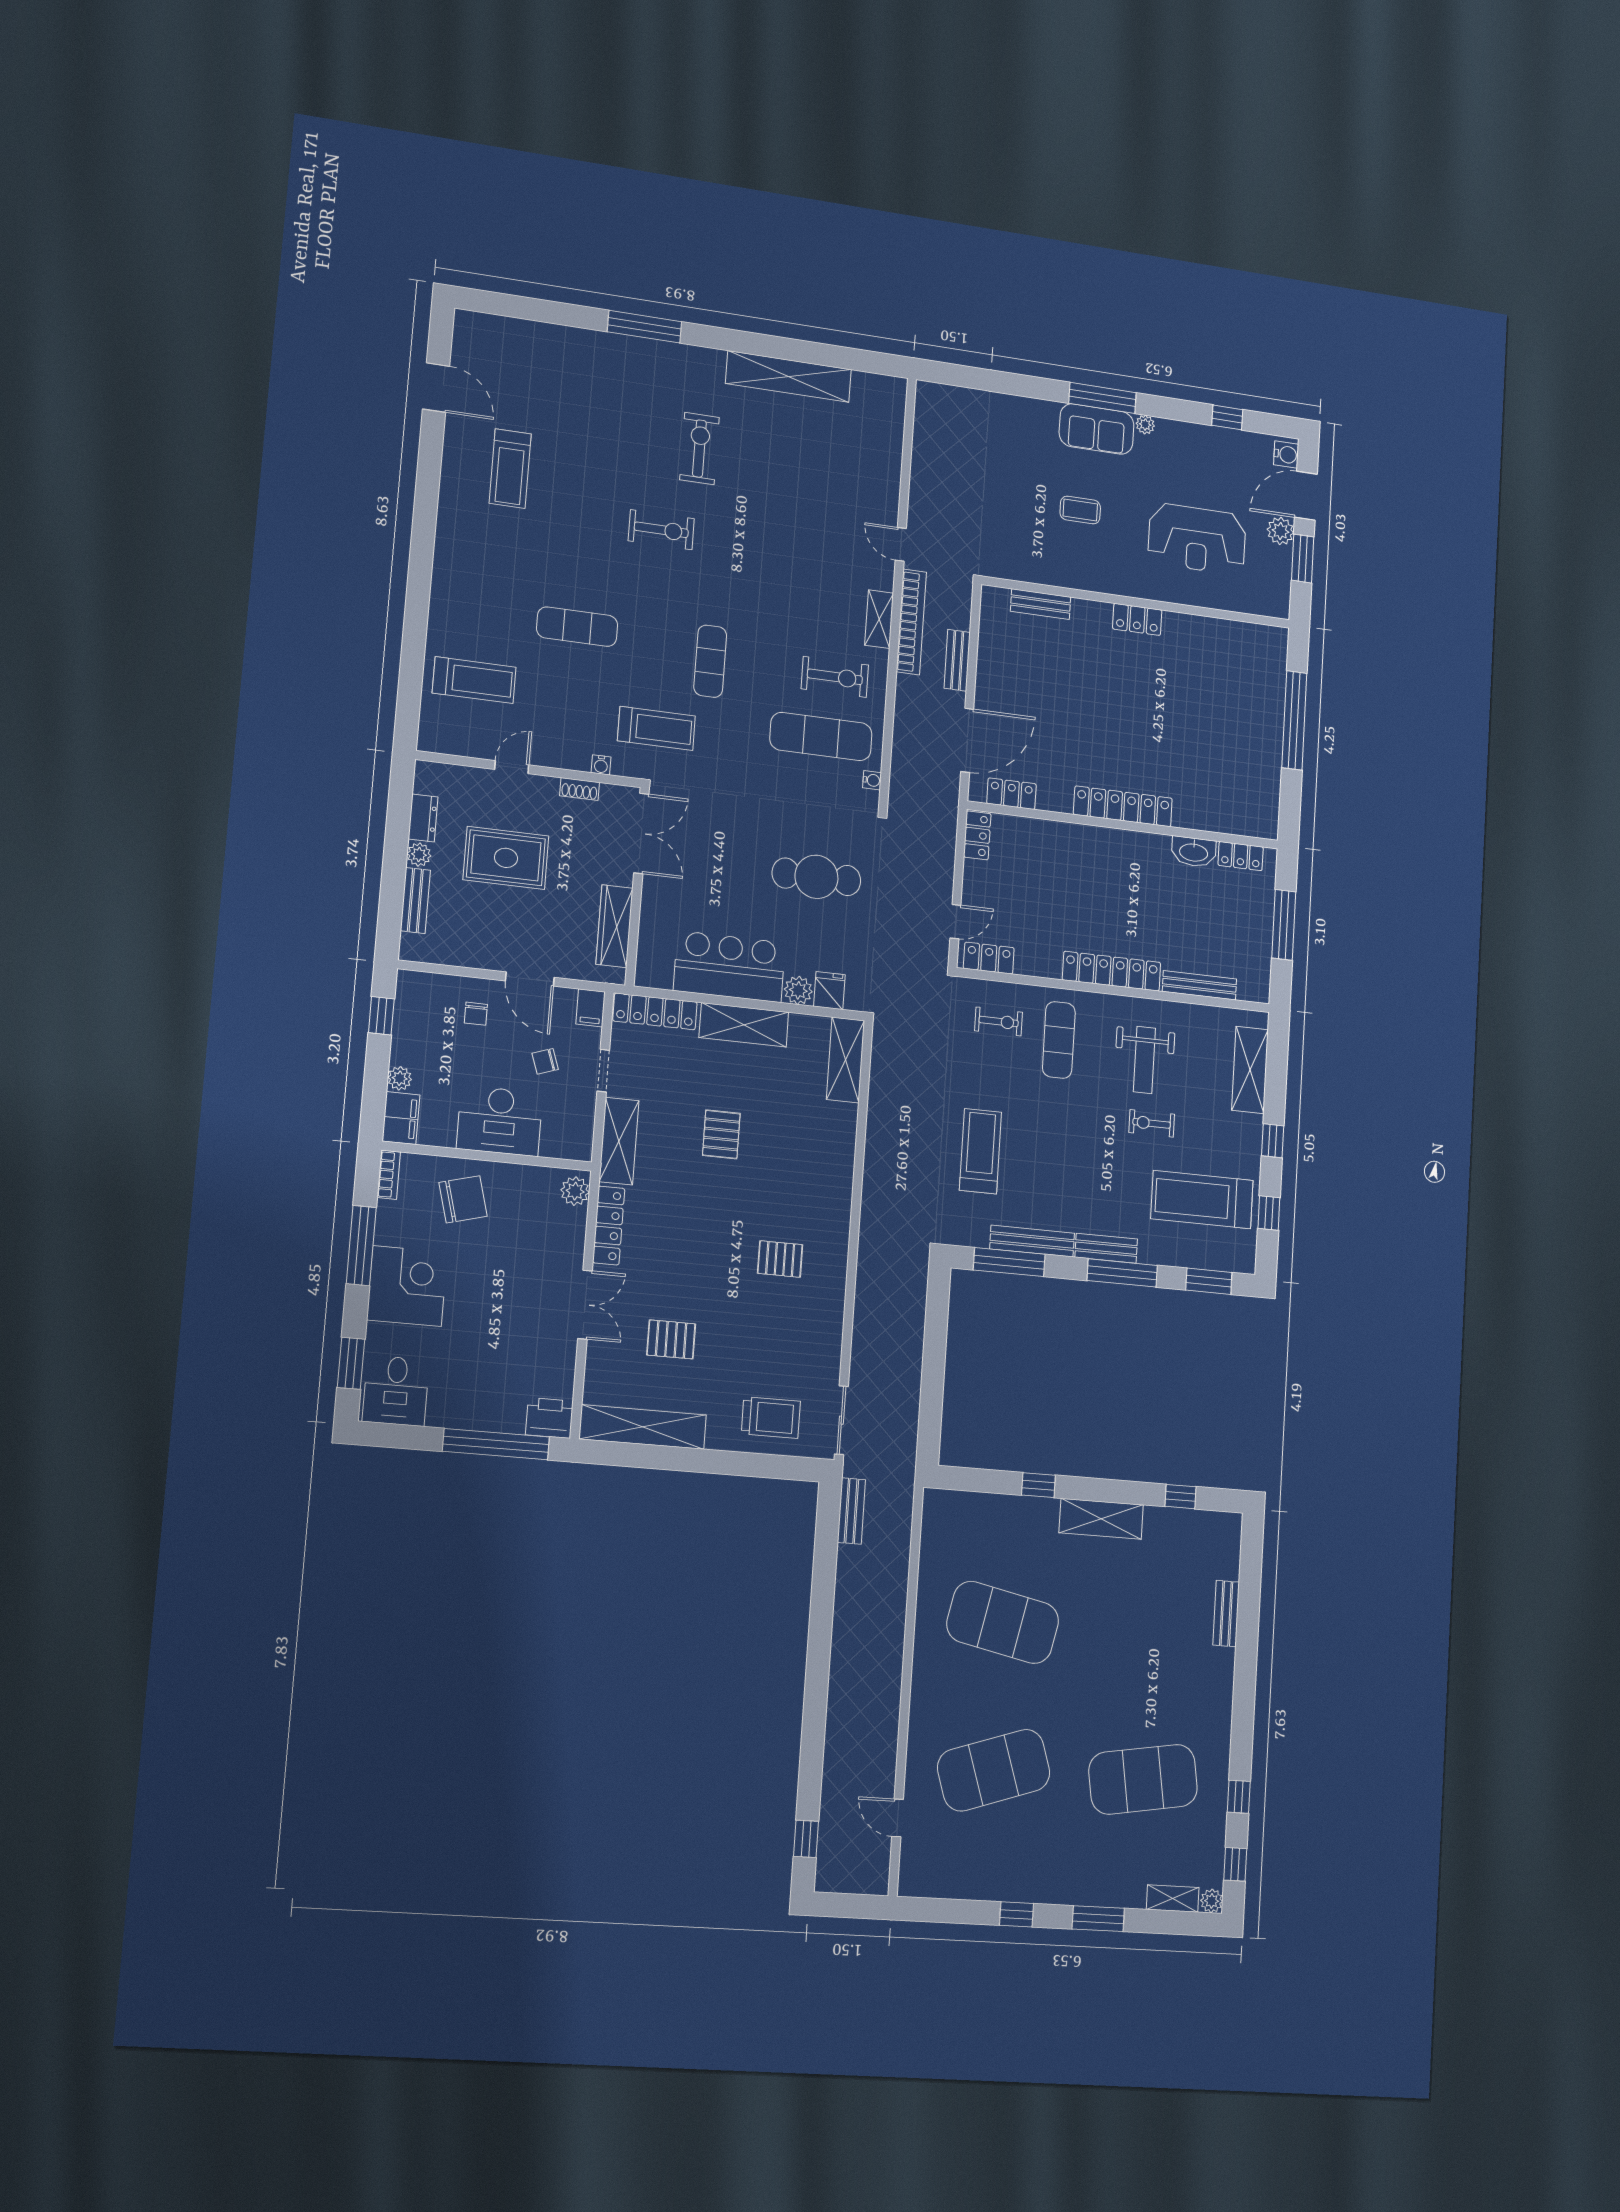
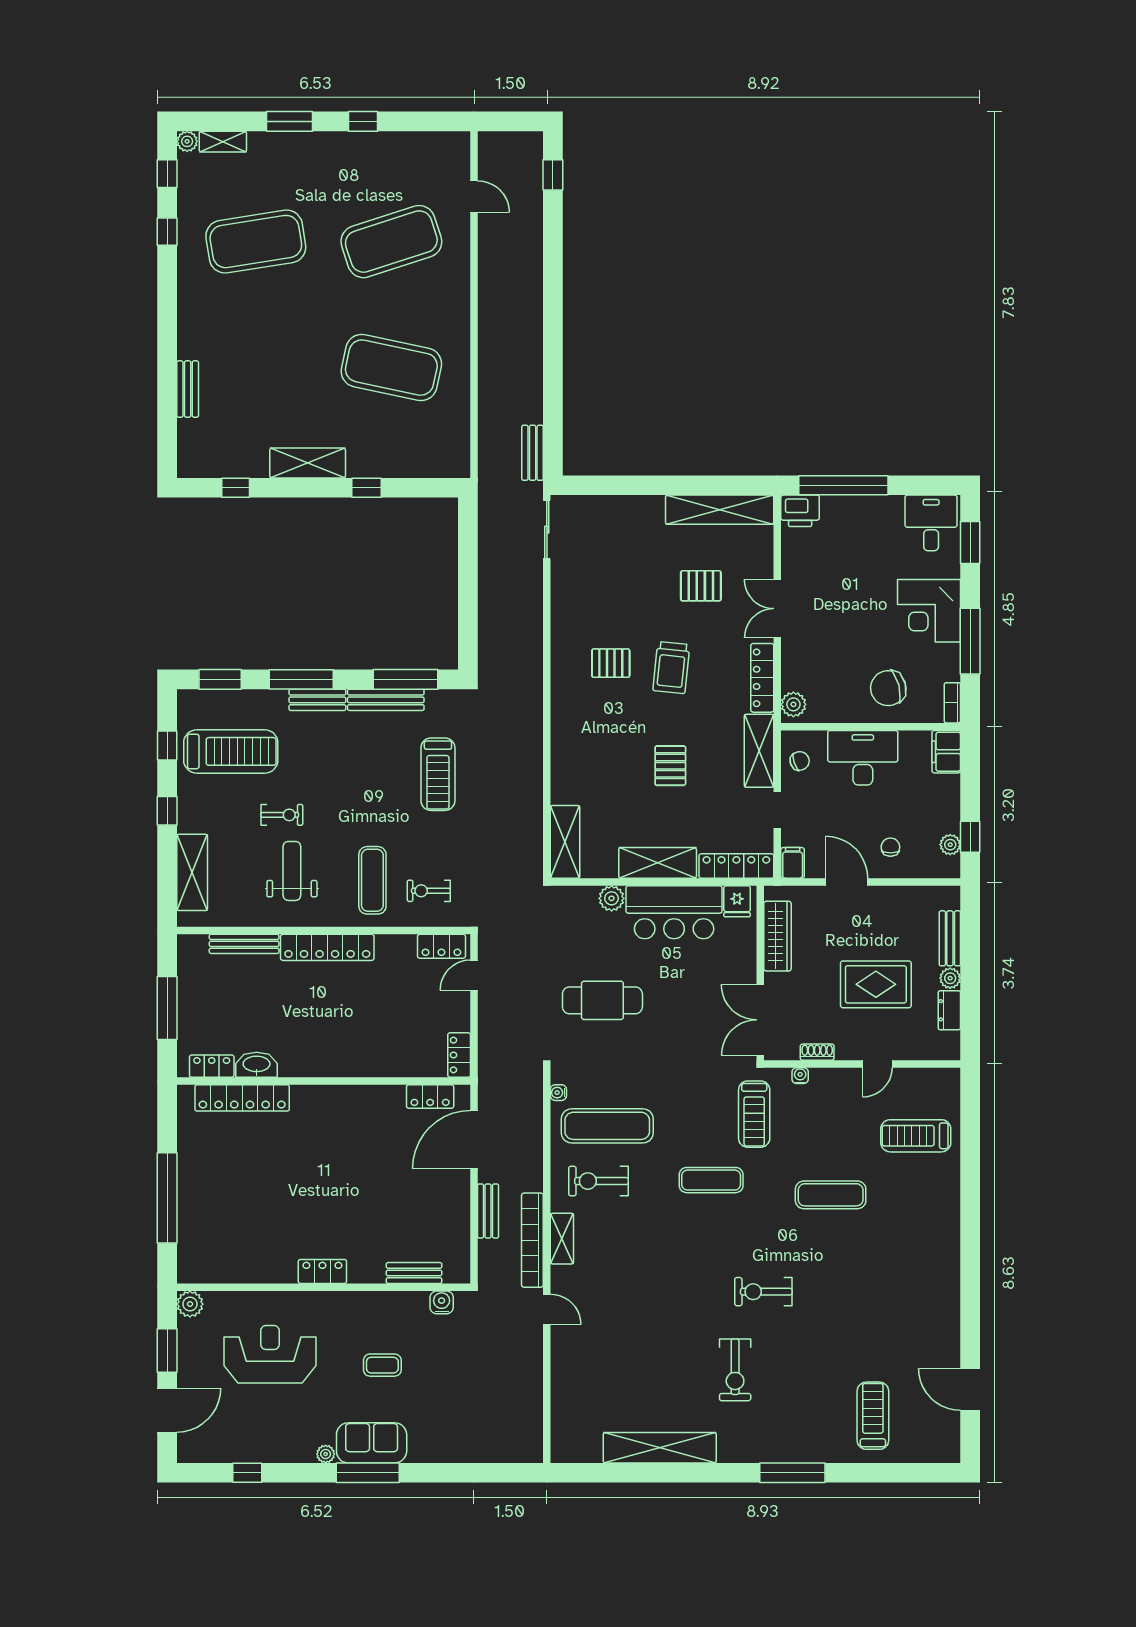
water cooler: (1286, 454) -> (442, 1302), moved, turned 90
treadmill: (510, 469) -> (873, 1416), moved
plant: (1280, 531) -> (190, 1304), moved
exercise mat: (710, 661) -> (711, 1180), turned 90
treadmill: (656, 728) -> (754, 1114), turned -90
locker: (1123, 806) -> (242, 1098), moved
fridge: (829, 991) -> (737, 901), moved
chair: (545, 1061) -> (800, 761), moved
plant: (400, 1078) -> (950, 845), moved
trolley: (771, 1418) -> (671, 668), moved, turned -84

